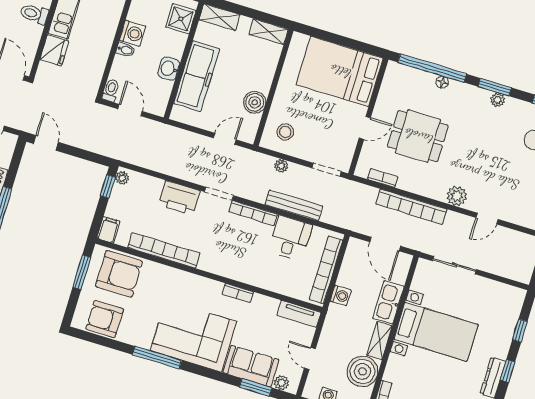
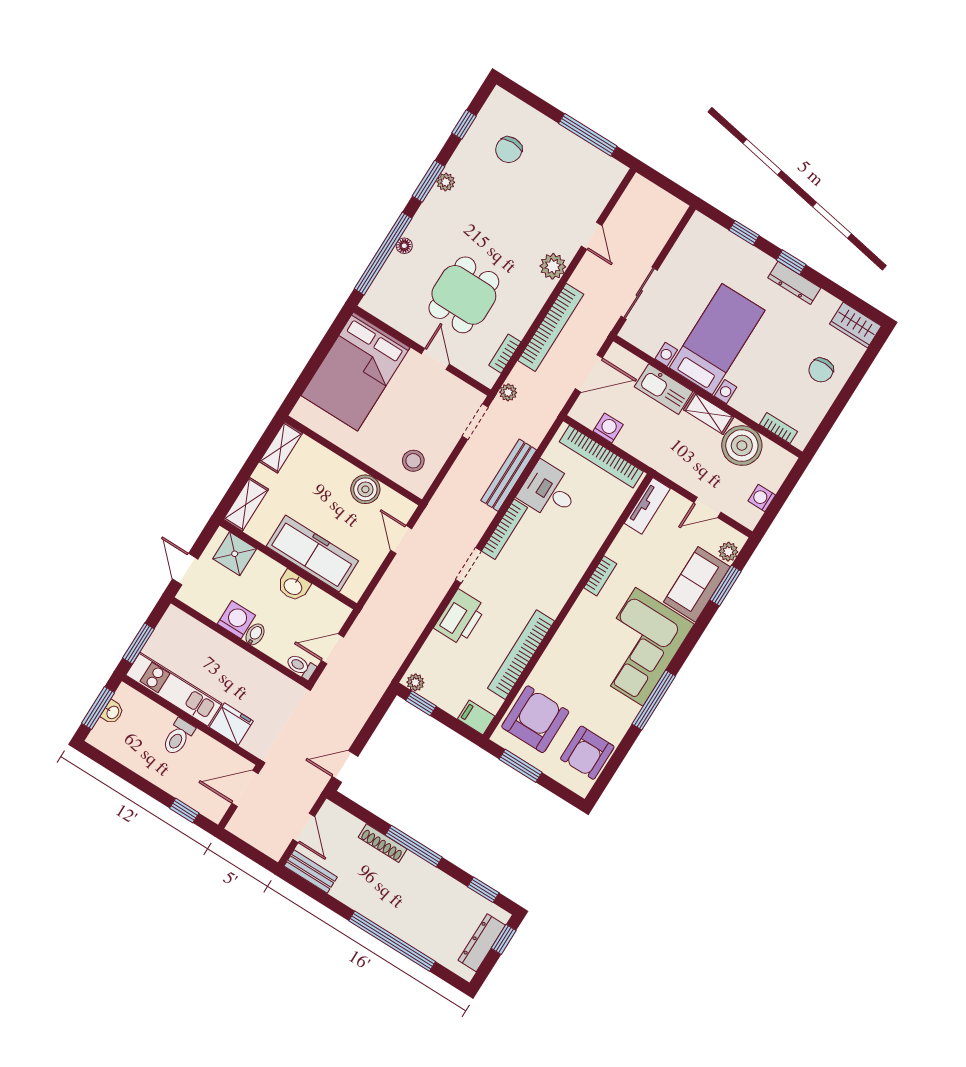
plant: (281, 166) -> (508, 392), moved
washing machine: (341, 296) -> (608, 428), moved

